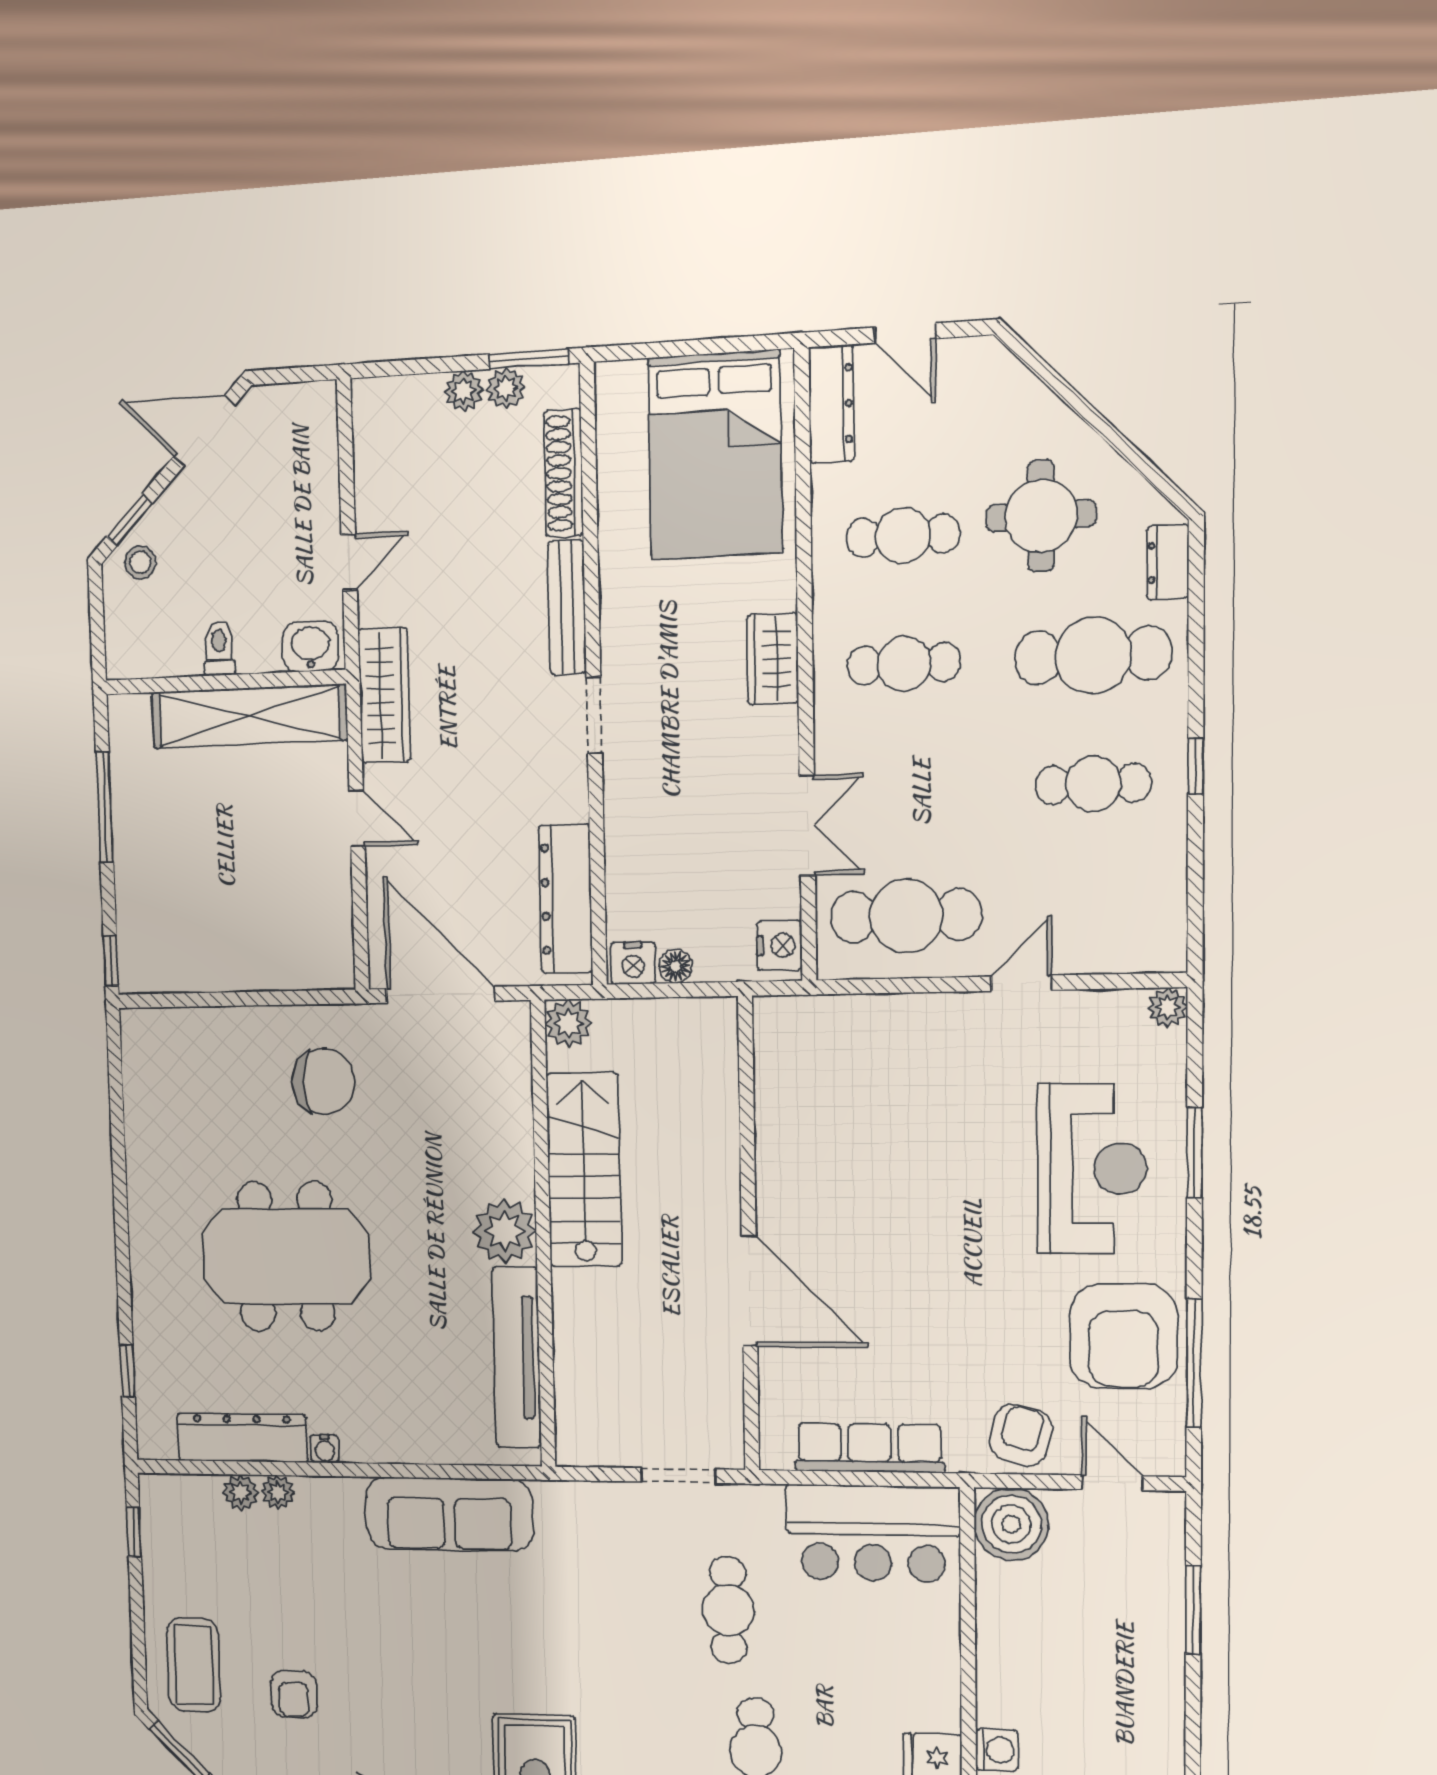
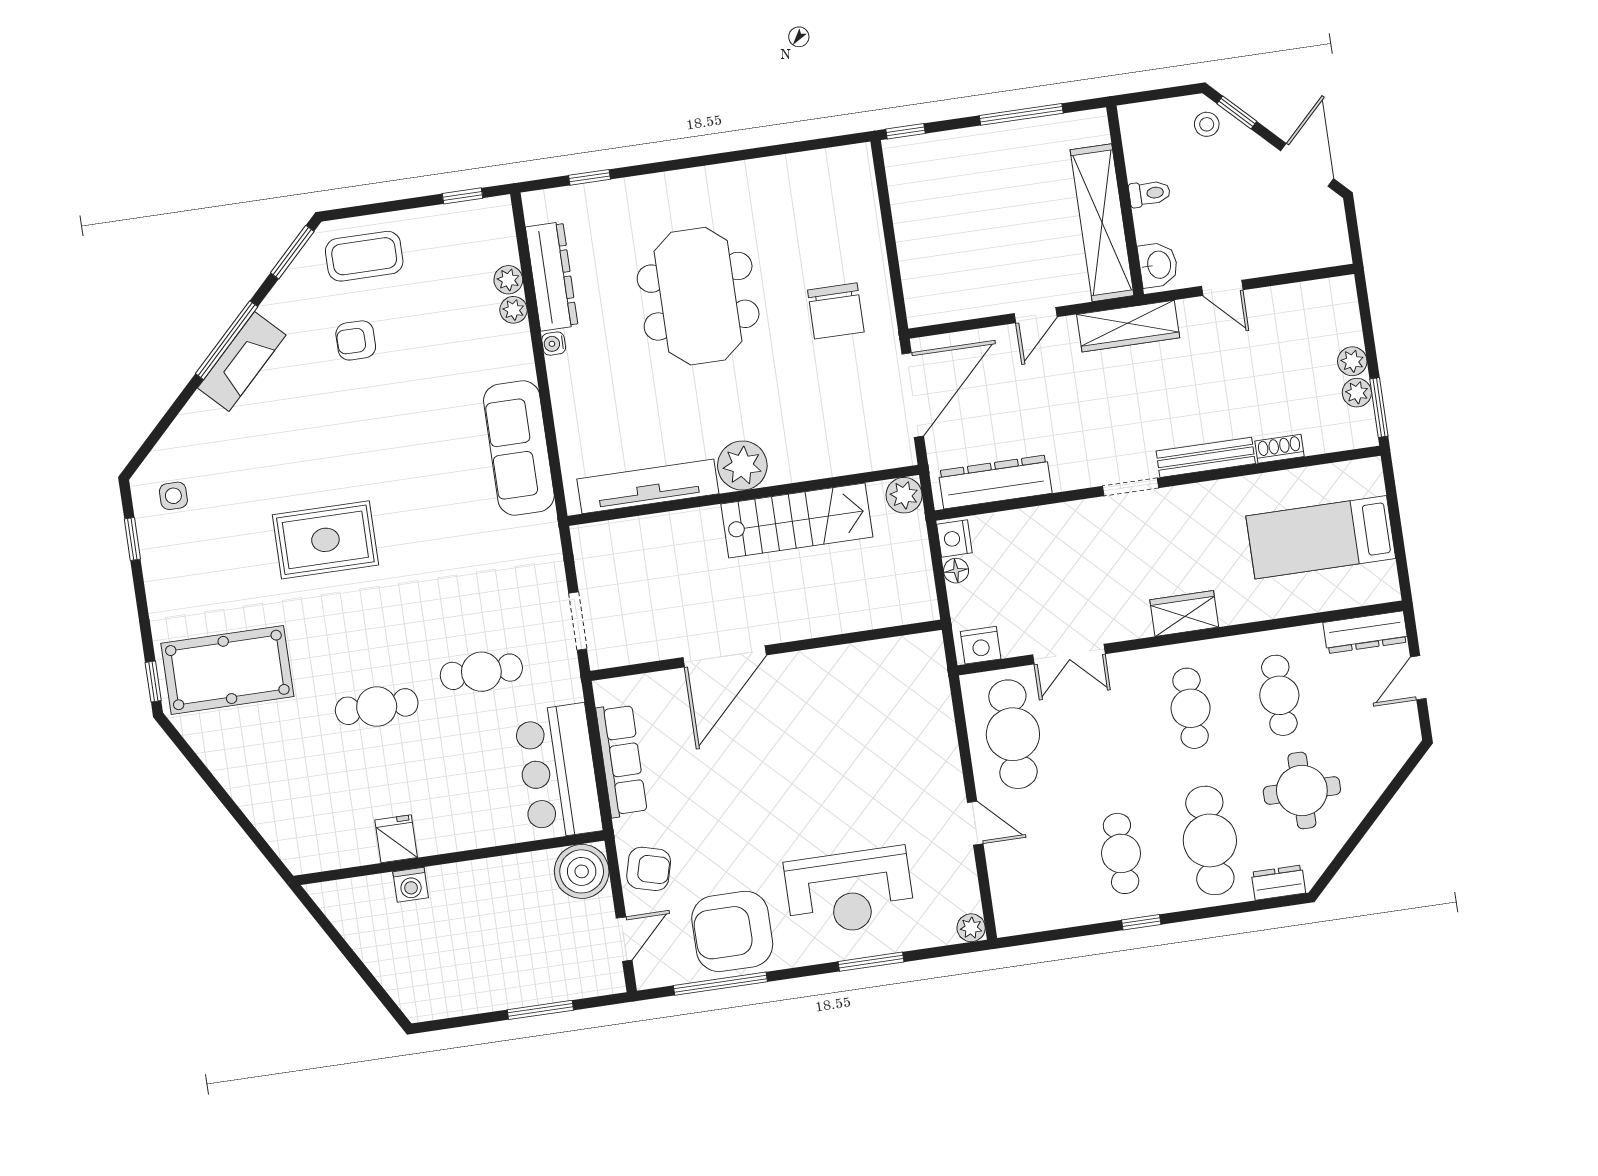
bed: (715, 455) -> (1321, 537), width x0.67
shoe rack: (563, 473) -> (1279, 449), width x0.51, depth x0.81

